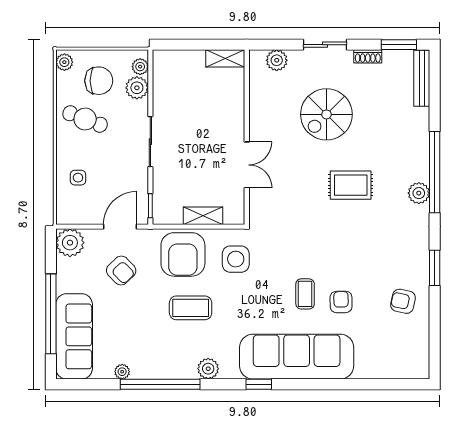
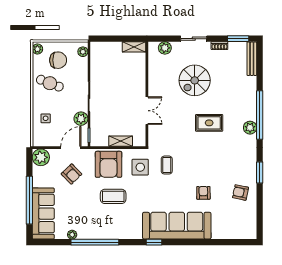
plant: (137, 88) -> (81, 119), moved
coffee table: (305, 294) -> (167, 165), moved
plant: (208, 369) -> (124, 233), removed

